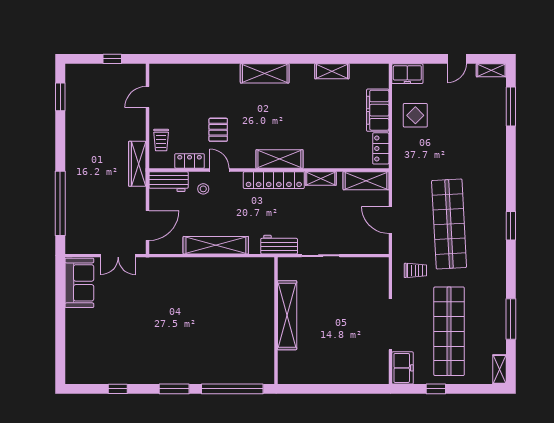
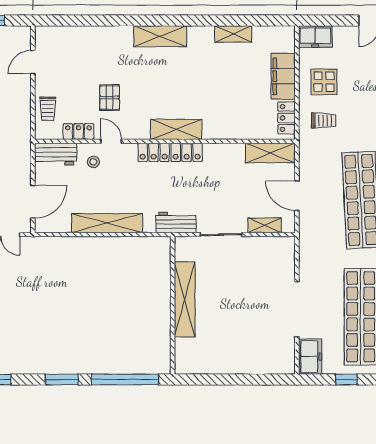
wardrobe: (137, 164) -> (22, 135), removed
shelving: (321, 178) -> (265, 225), moved
trolley: (415, 270) -> (324, 121), moved

